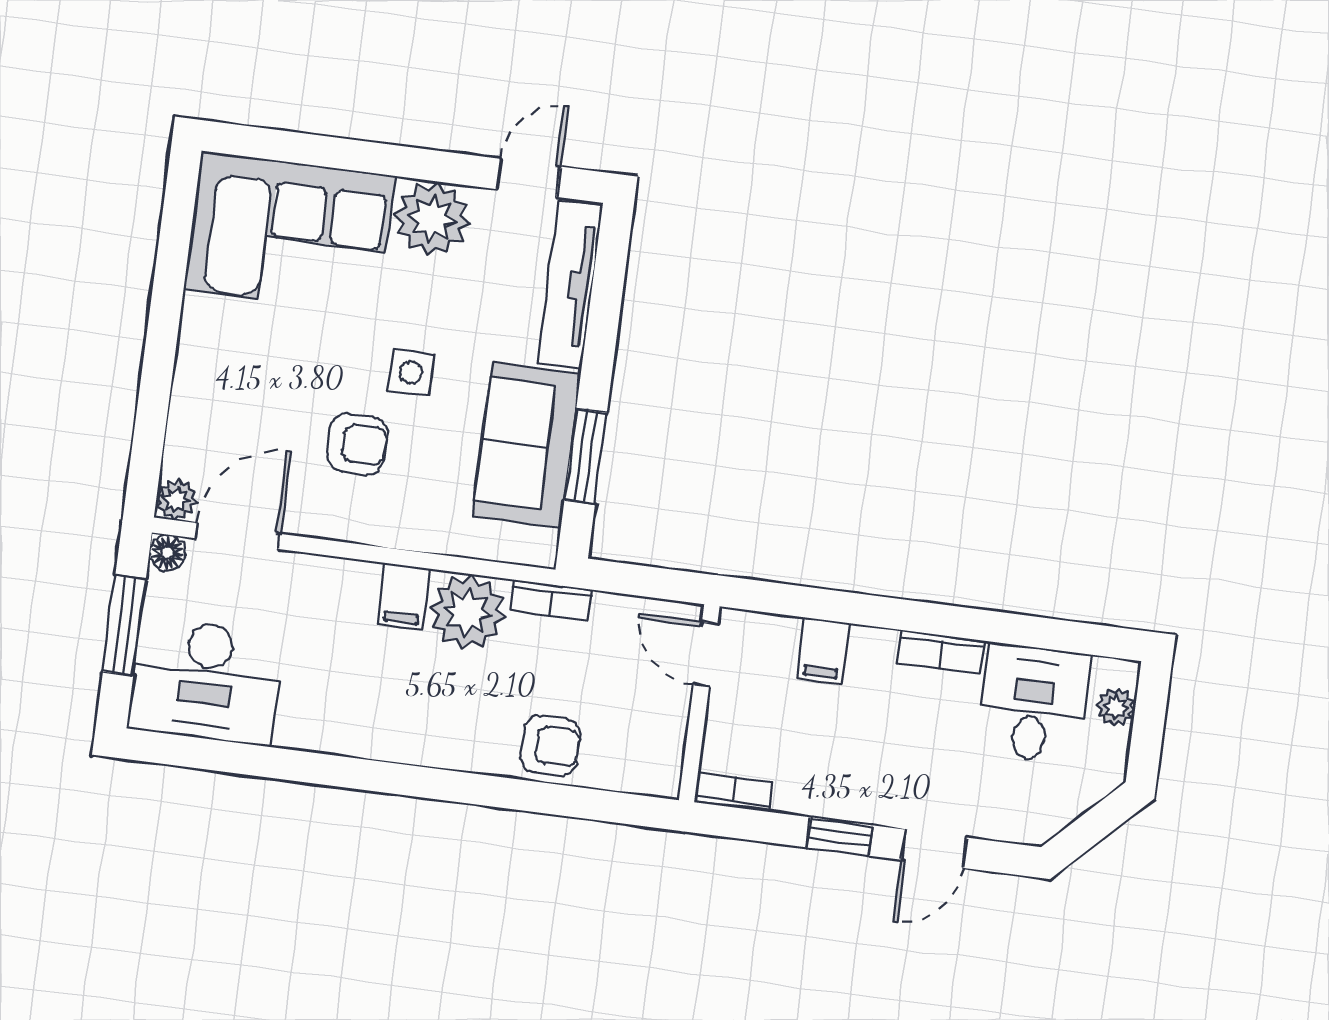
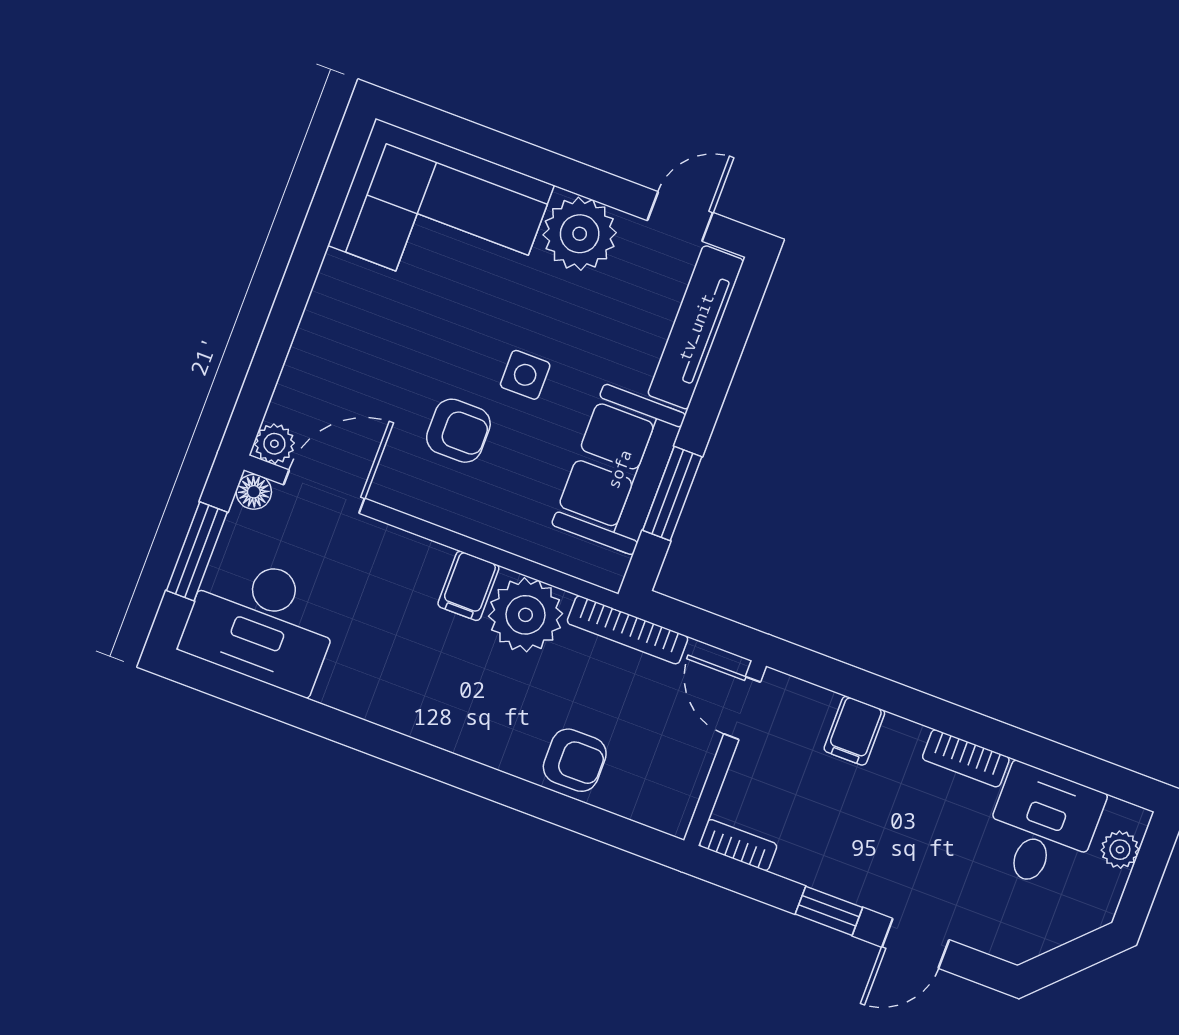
bookcase: (551, 600) -> (628, 630), width x1.56

